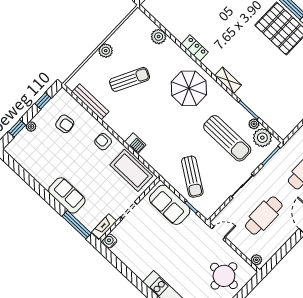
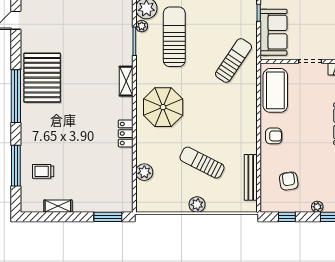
armchair: (103, 142) -> (274, 136), turned -90
barbecue: (135, 143) -> (250, 108), removed
sun lounger: (192, 177) -> (234, 60), moved

